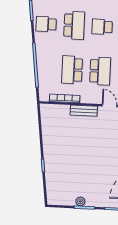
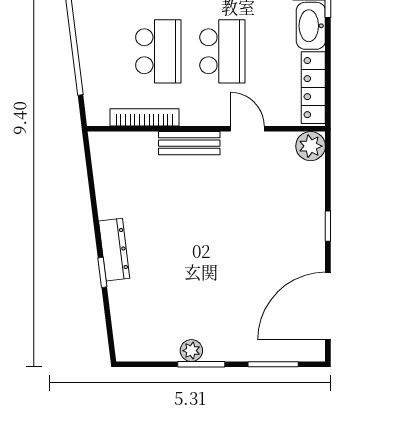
school desk: (72, 70) -> (158, 51), turned 180
dresser: (49, 156) -> (114, 250), added

